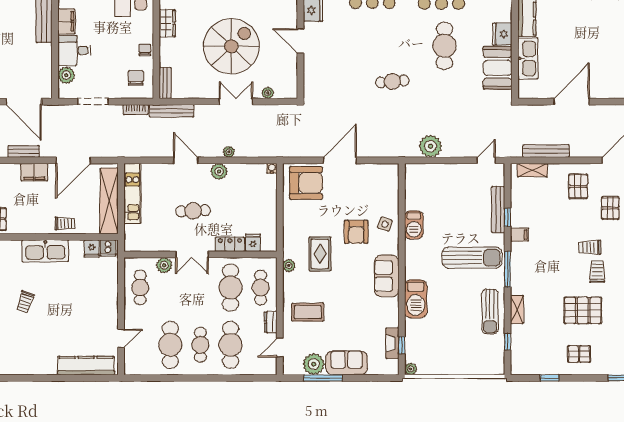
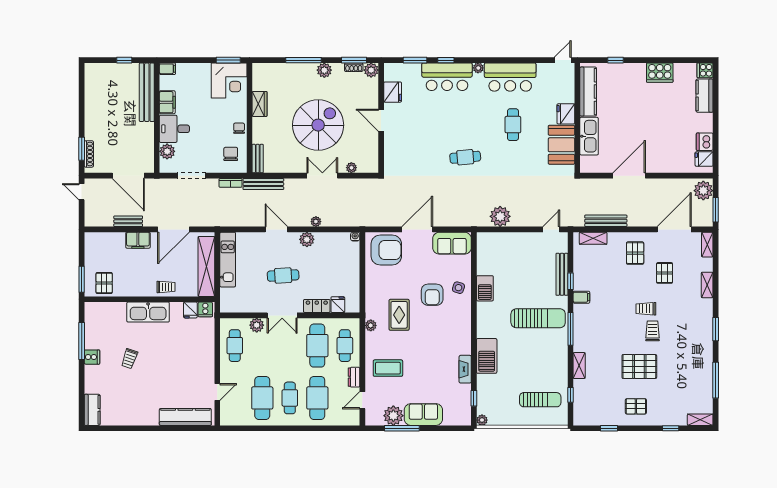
cafe table: (444, 46) -> (513, 125), width x0.73, depth x0.74
sofa: (387, 276) -> (452, 243), moved, turned -90
sun lounger: (490, 312) -> (540, 400), moved, turned -90
fireplace: (392, 343) -> (465, 369), moved

